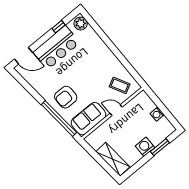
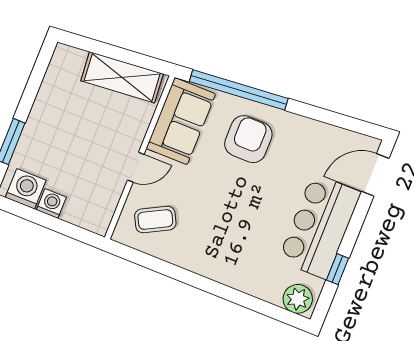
washing machine: (145, 147) -> (26, 189), moved, turned -90
shelving: (113, 159) -> (122, 77), moved

